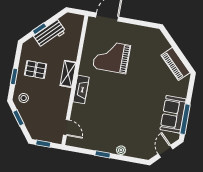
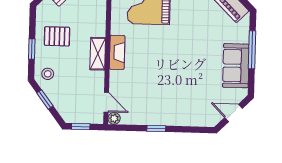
shelving: (68, 74) -> (98, 54), moved
window: (185, 119) -> (252, 50), moved
plant: (121, 150) -> (114, 118), moved
door: (166, 151) -> (234, 113), hinge flipped

